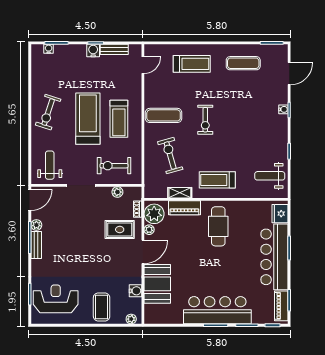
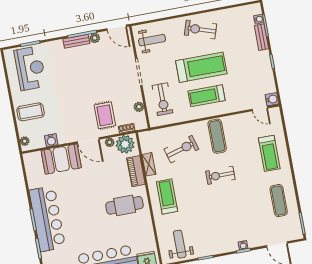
bench: (114, 49) -> (261, 37), moved
water cooler: (93, 51) -> (272, 99), moved
exercise bike: (114, 166) -> (162, 99), turned 180

